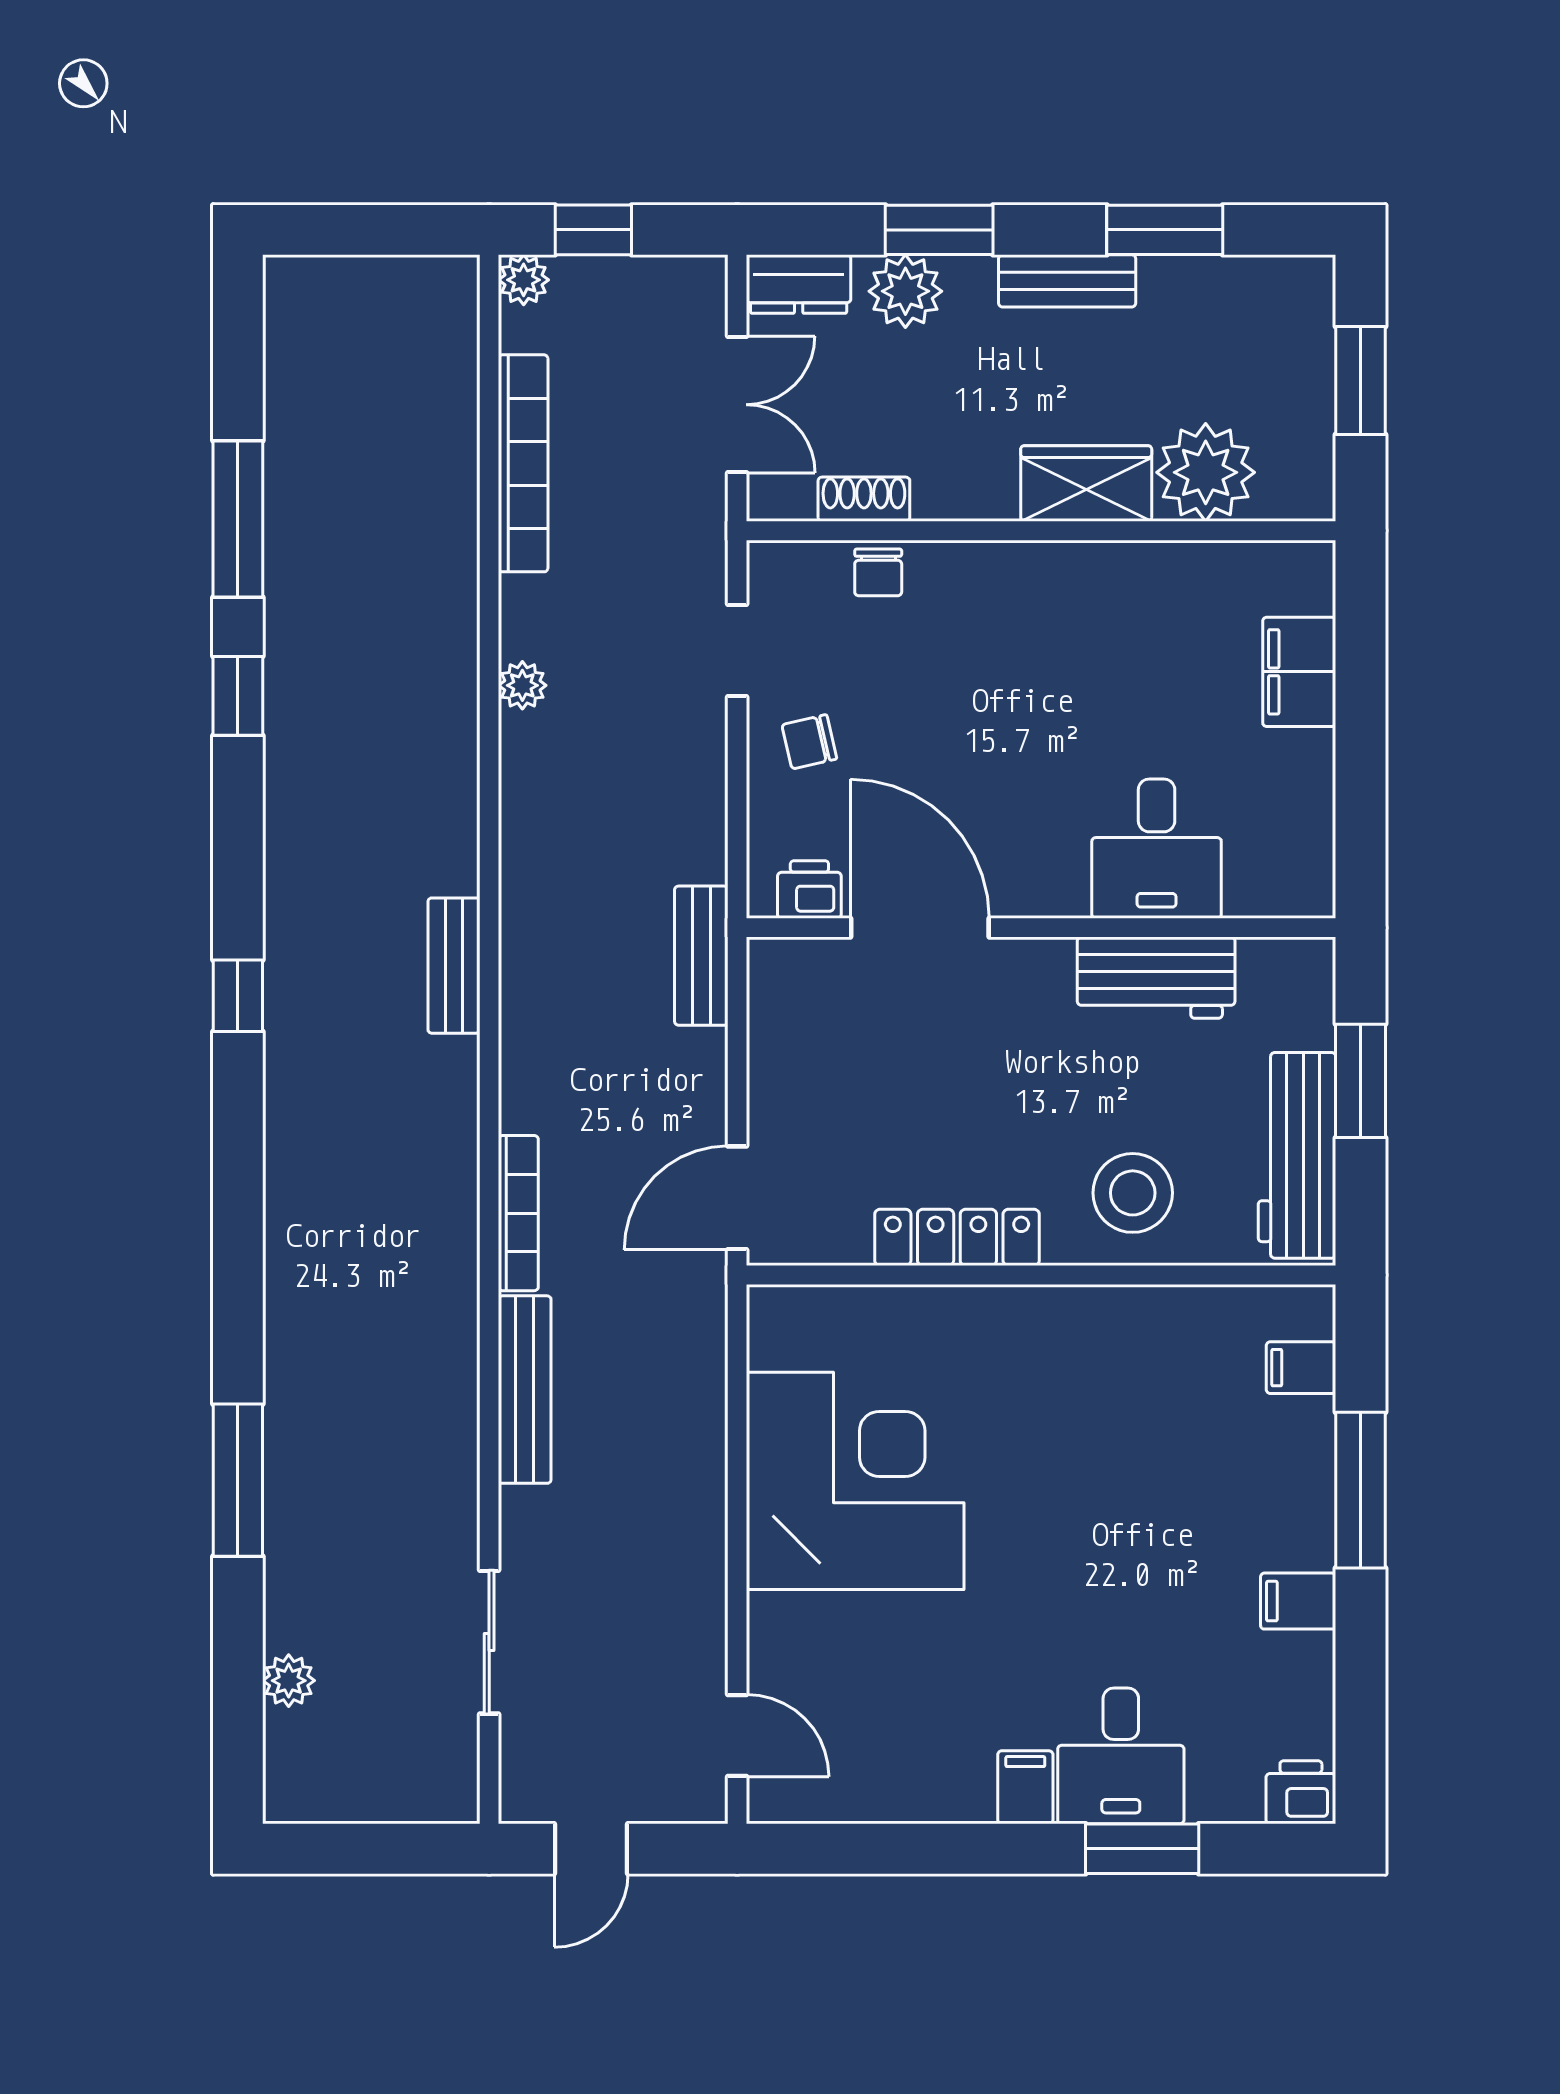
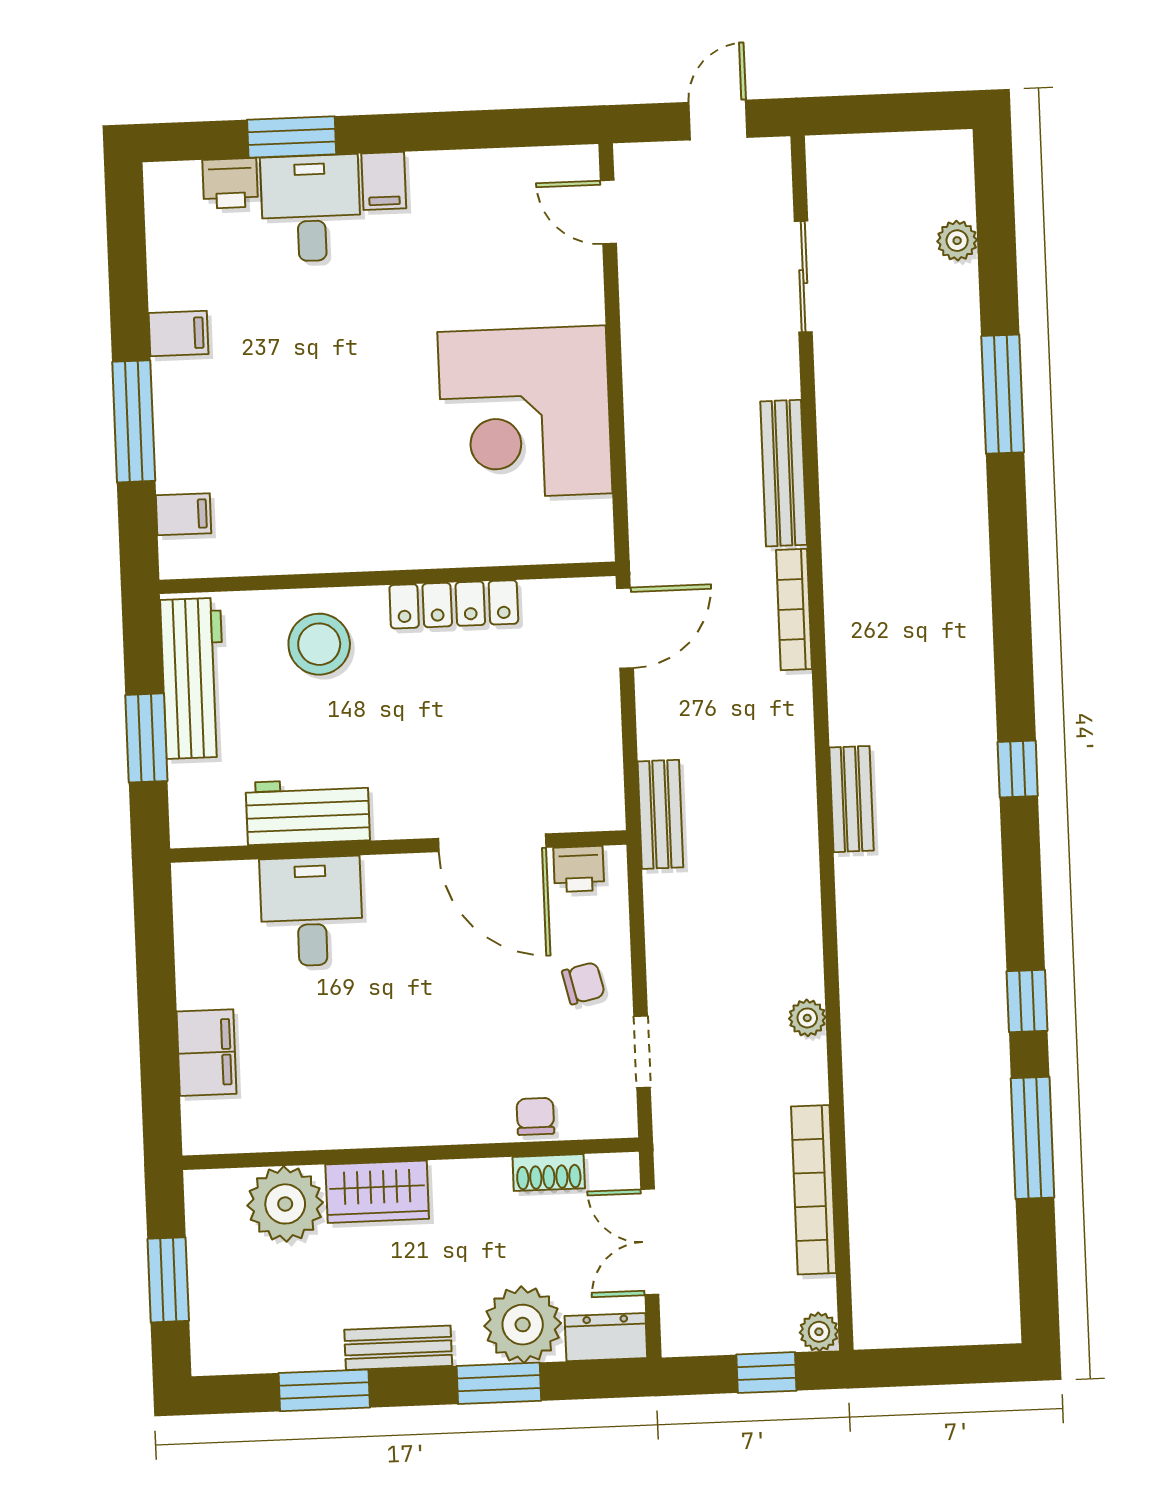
plant: (905, 291) -> (523, 1325), width x1.36, depth x1.36
printer: (1301, 1792) -> (230, 183), moved

